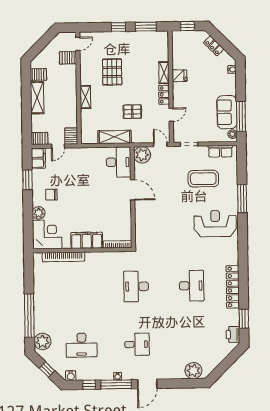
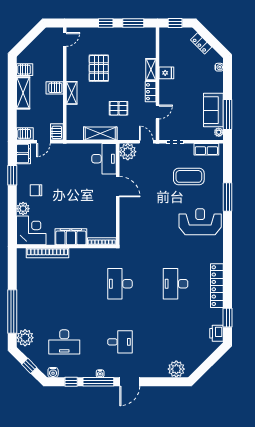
server rack: (68, 58) -> (55, 88), moved
desk: (192, 286) -> (176, 284), turned 180

